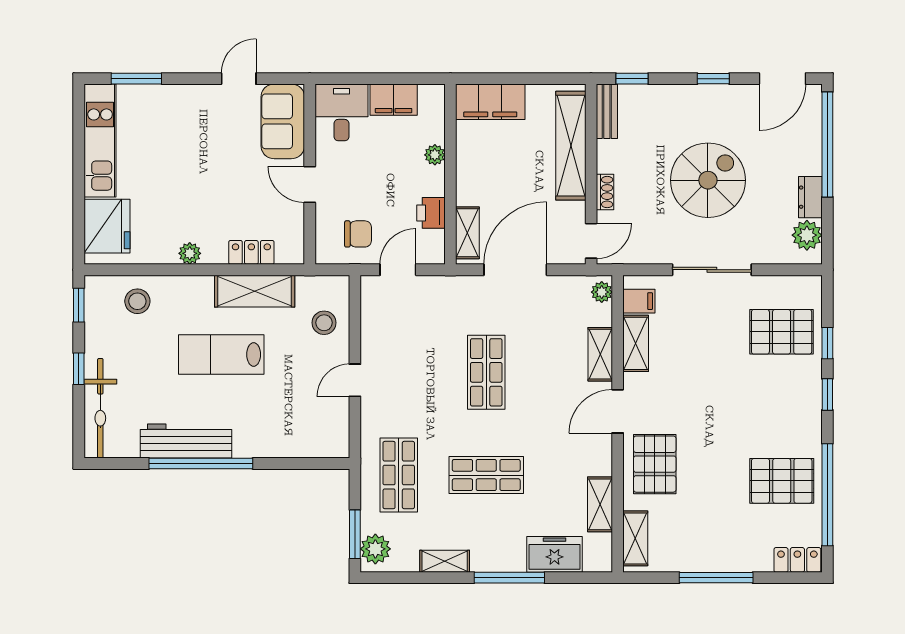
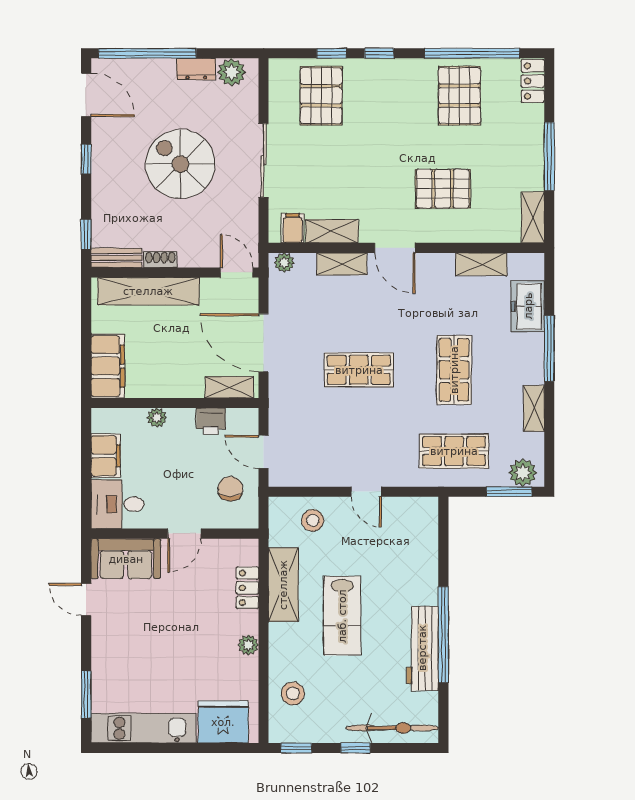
shoe rack: (605, 192) -> (160, 260), moved
pallet: (655, 464) -> (443, 189), moved
shelving: (635, 538) -> (533, 217), moved, turned 90

